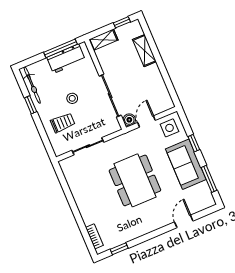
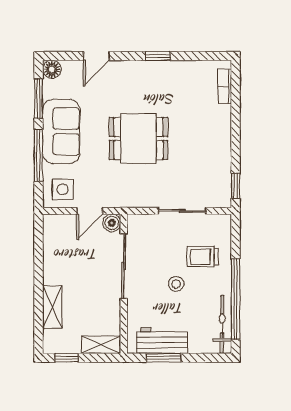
window: (60, 48) -> (164, 358), width x0.69
window: (31, 105) -> (236, 299), width x3.17
window: (194, 143) -> (39, 155), width x2.17
window: (61, 176) -> (236, 186), added
dining table: (135, 180) -> (138, 138), width x0.73
floor lamp: (208, 201) -> (52, 69), added
window: (119, 249) -> (158, 56), moved

